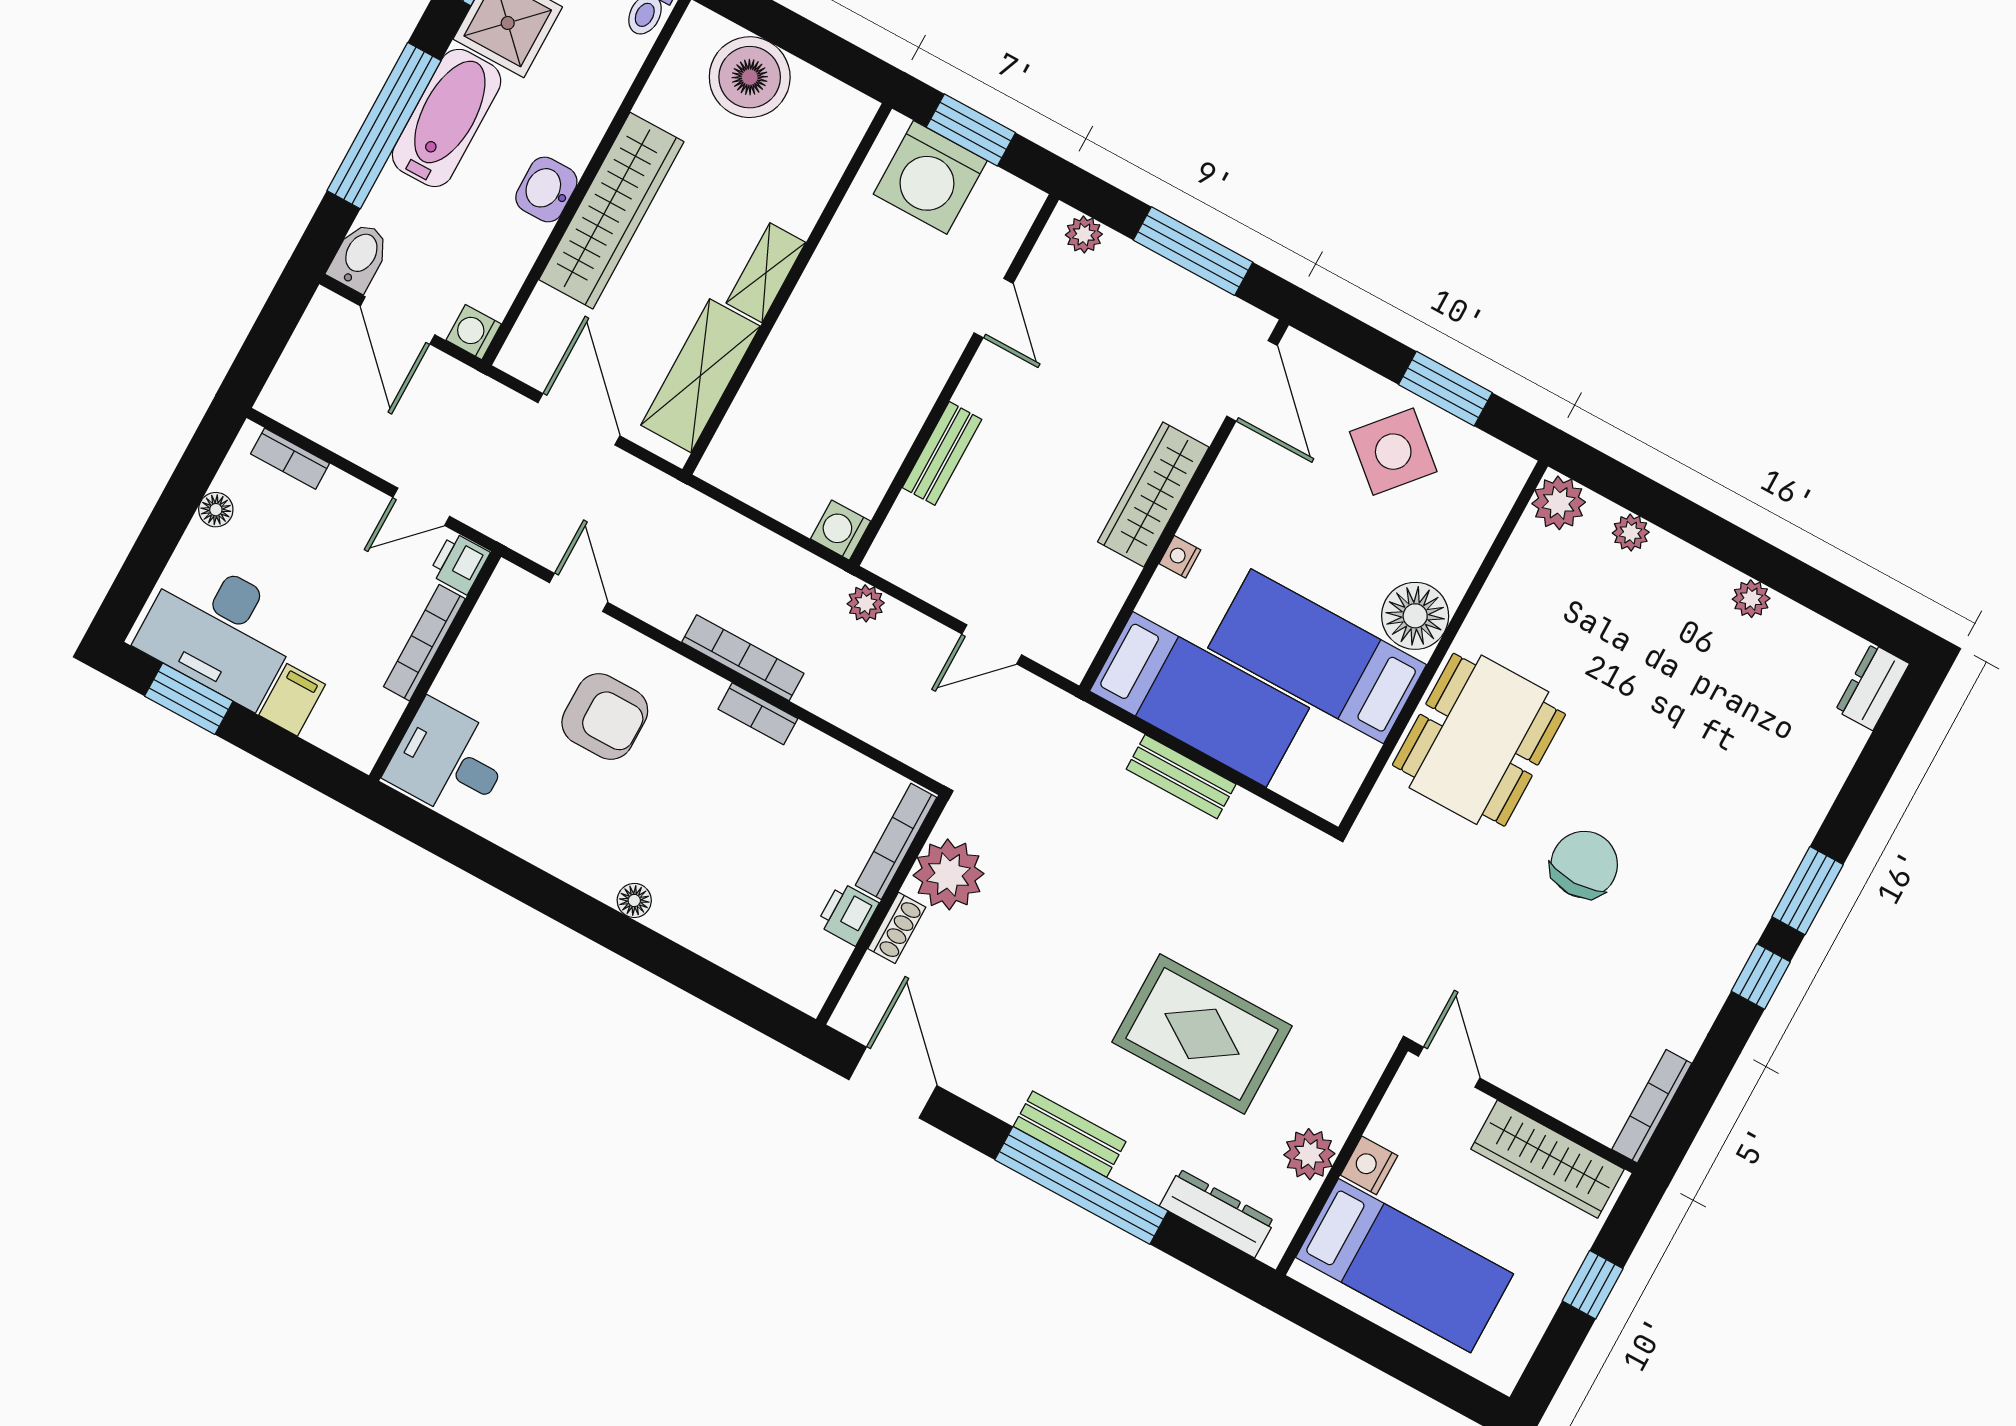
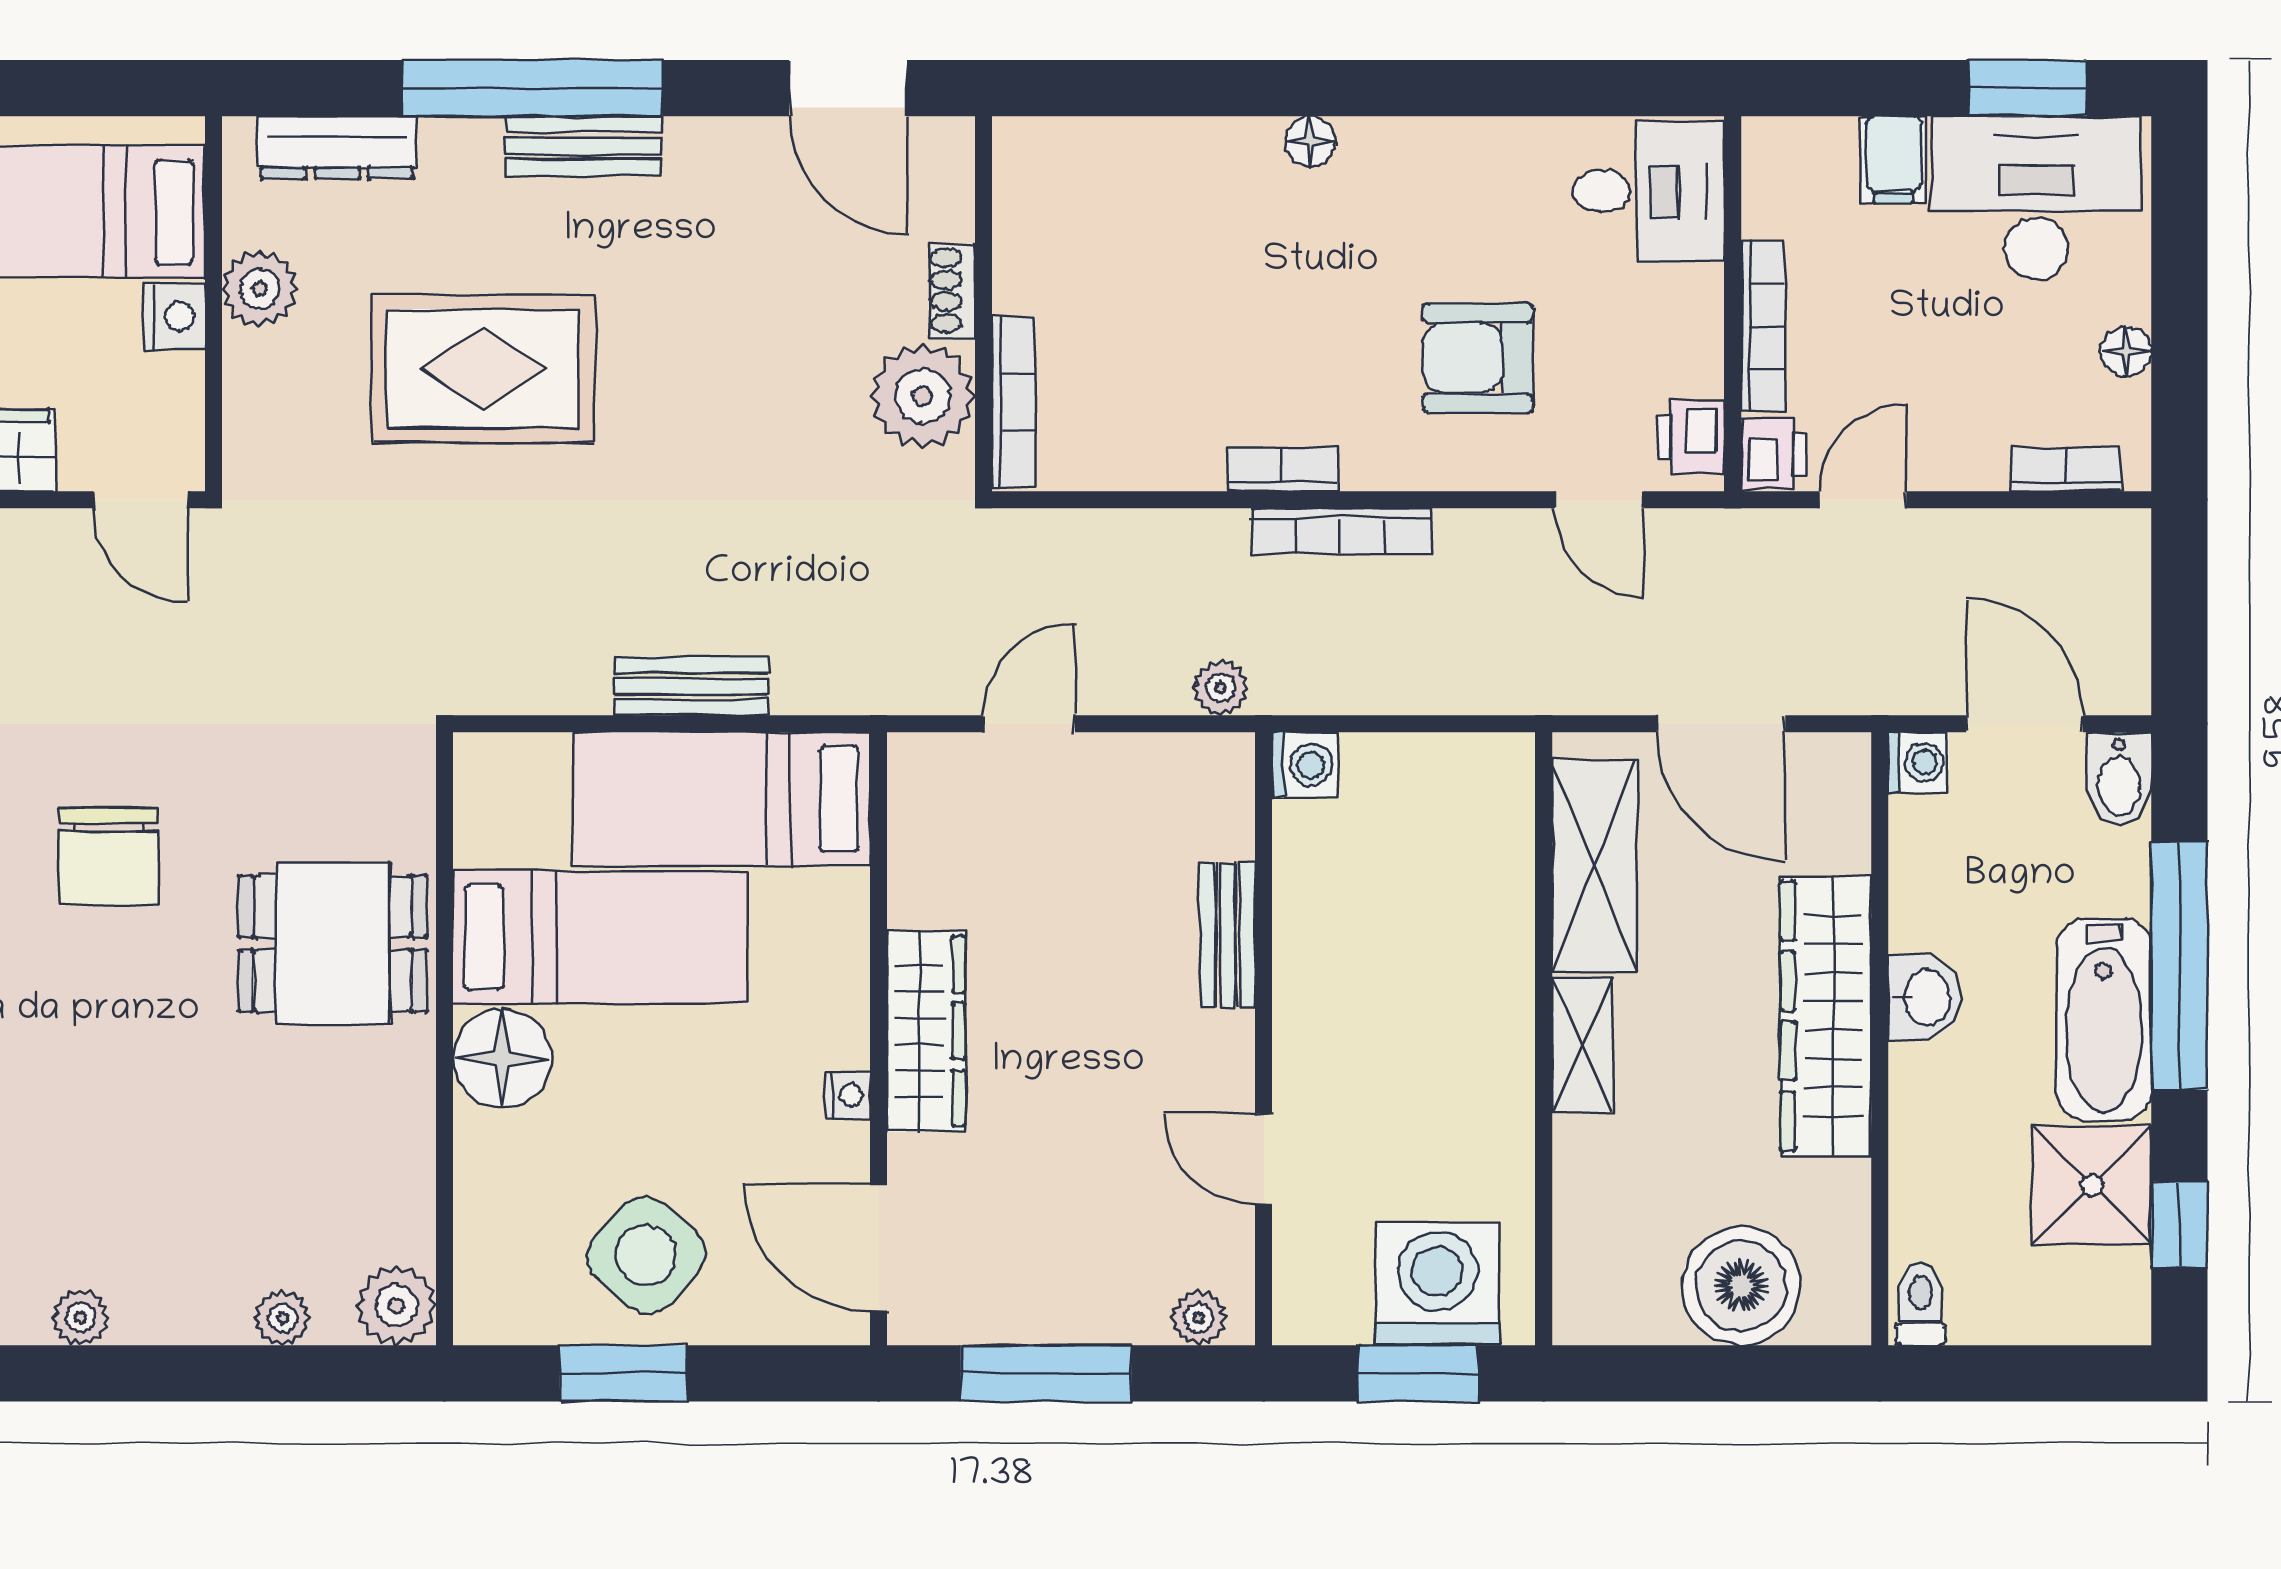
nightstand: (1180, 557) -> (848, 1095), moved
dining table: (1479, 740) -> (333, 944), width x0.73
printer: (848, 914) -> (1691, 437), moved, turned 180

